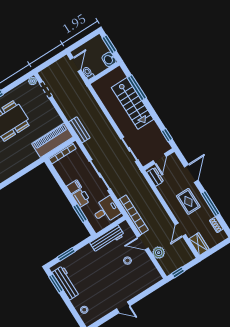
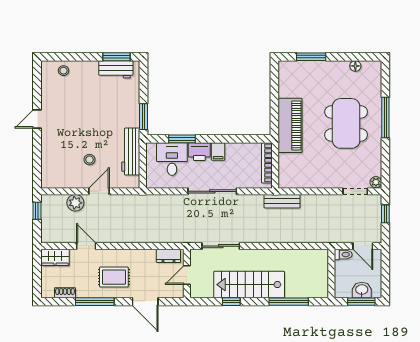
washbasin: (109, 59) -> (362, 290), moved
window: (48, 63) -> (385, 214), added
stairs: (132, 103) -> (249, 285), moved
window: (167, 135) -> (231, 302), moved
piano: (52, 140) -> (290, 125), moved
door: (160, 159) -> (187, 275), hinge flipped
desk: (106, 210) -> (172, 159), moved, turned 180
bookcase: (133, 215) -> (140, 201), removed
window: (66, 254) -> (143, 117), moved
workbench: (66, 283) -> (116, 69), width x0.73

